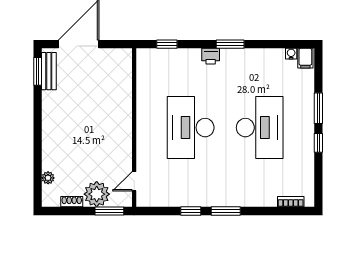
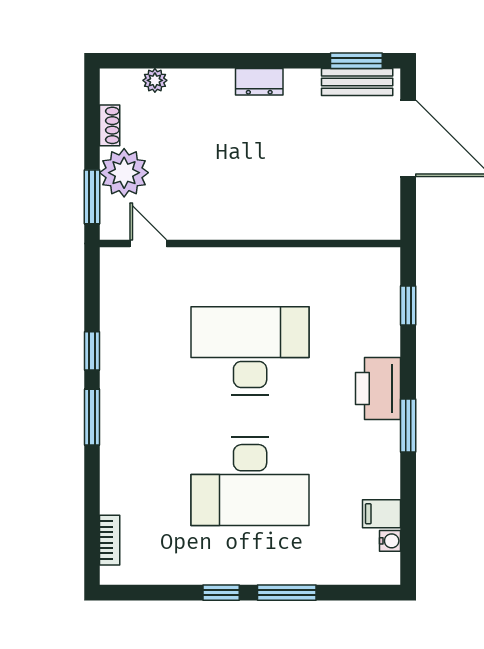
printer: (211, 56) -> (378, 389), width x1.87, depth x1.48
filing cabinet: (305, 58) -> (382, 514), moved
dresser: (49, 123) -> (259, 82), added

